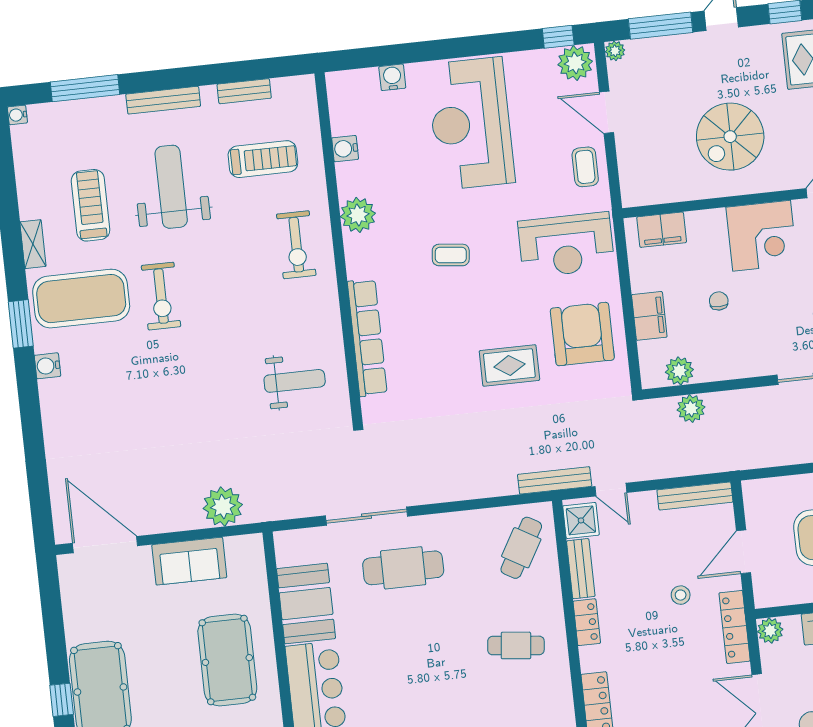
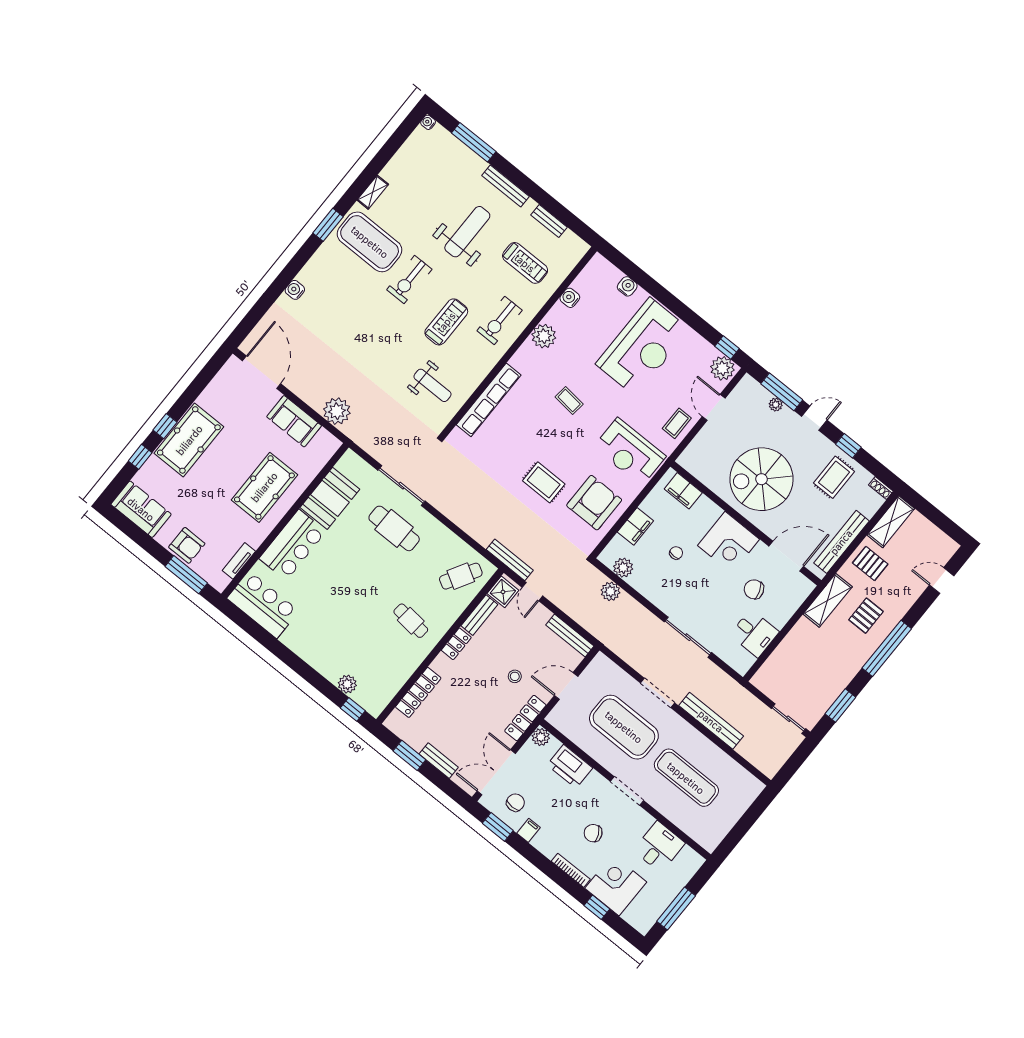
plant: (615, 51) -> (776, 405), moved
reception desk: (471, 124) -> (643, 347), turned 180
spiral stairs: (730, 137) -> (762, 479), width x1.37, depth x1.37
treadmill: (91, 205) -> (446, 322), moved
water cooler: (48, 366) -> (295, 290), moved

